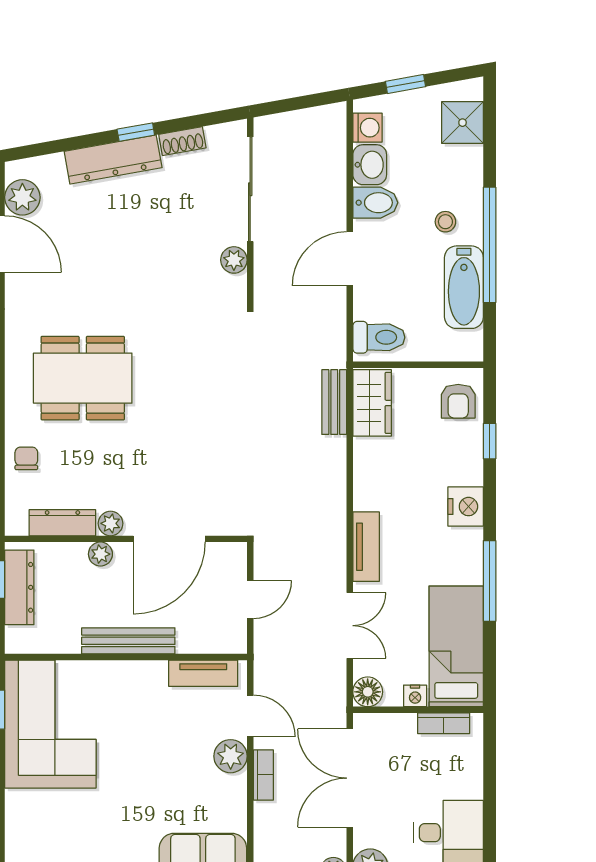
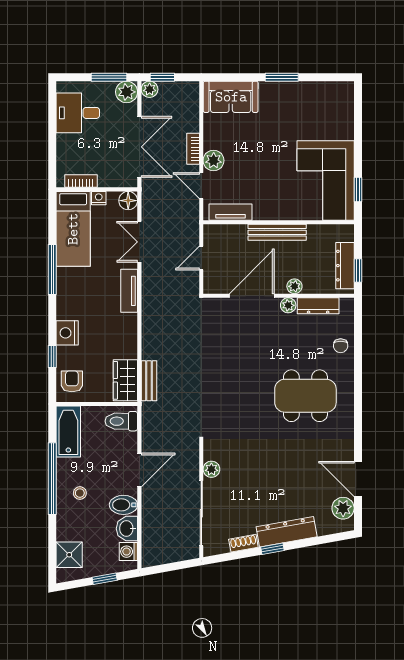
bathtub: (464, 287) -> (68, 432), moved
nightstand: (466, 507) -> (67, 333), moved

